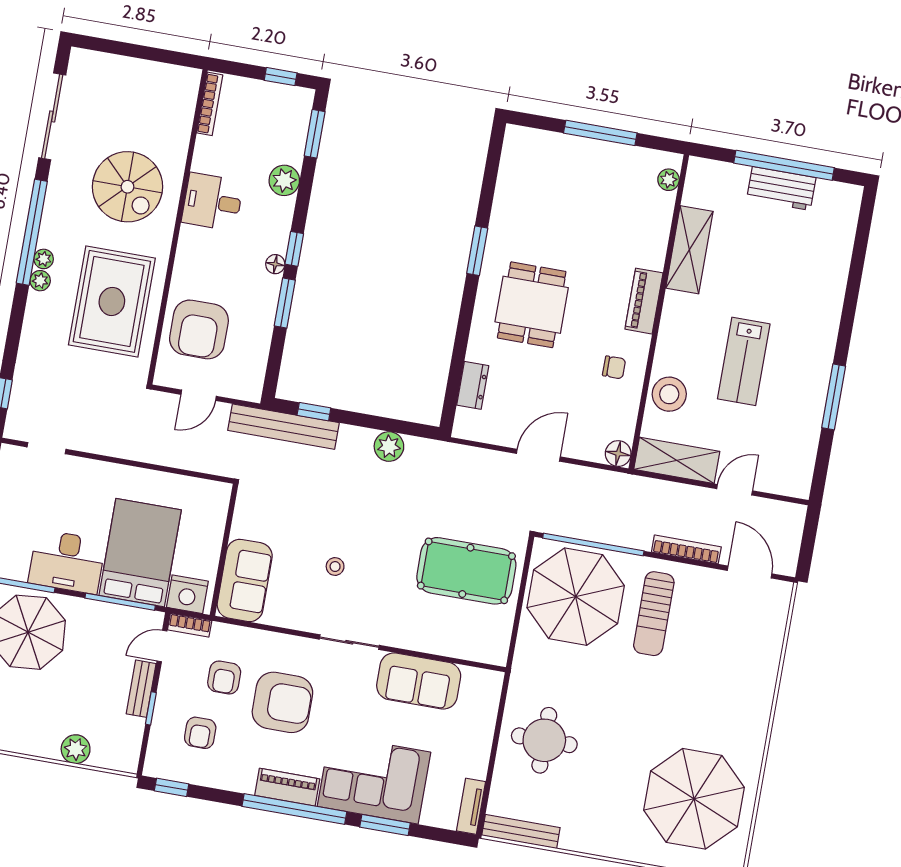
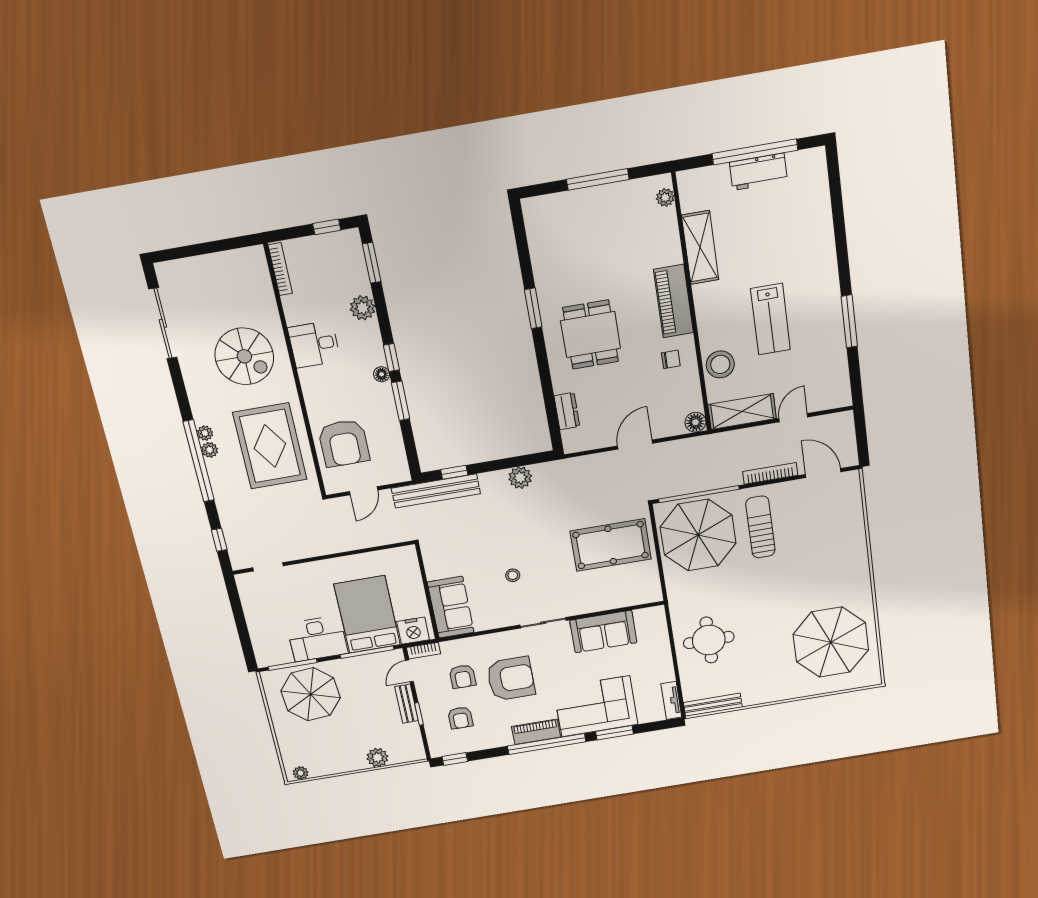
window: (32, 232) -> (199, 461), moved
piano: (644, 301) -> (674, 301), width x1.37, depth x1.33
sun lounger: (654, 614) -> (760, 527), turned 180

